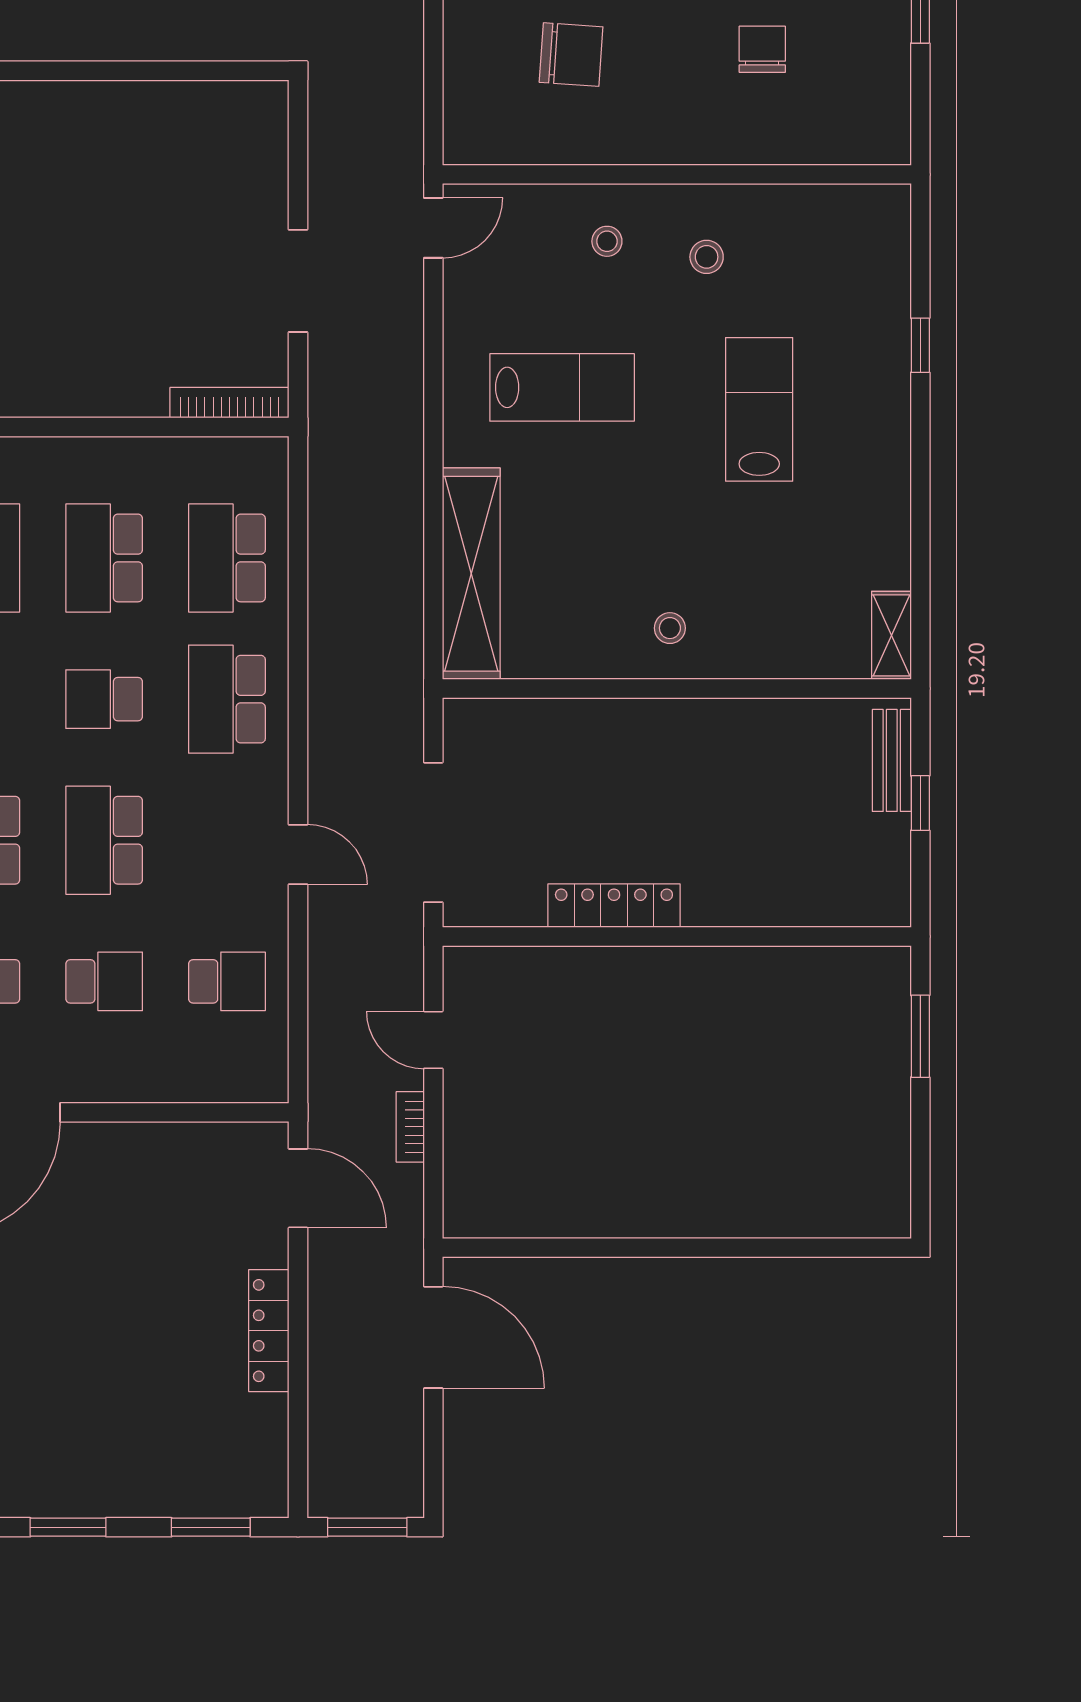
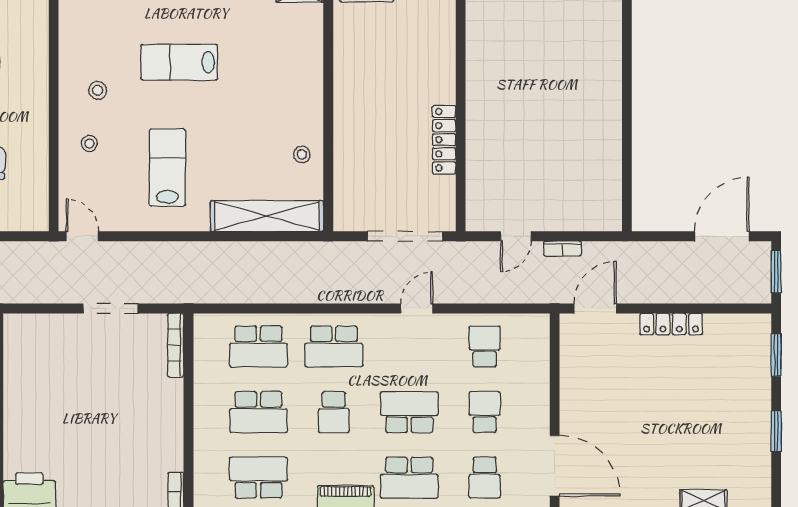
stool: (670, 628) -> (302, 154), moved
school desk: (104, 840) -> (409, 412), turned 180
door: (433, 1337) -> (722, 236), moved

